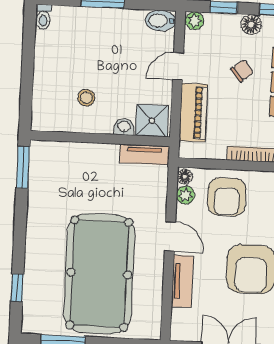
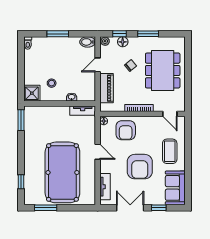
floor lamp: (251, 25) -> (123, 42), moved
shower: (152, 121) -> (32, 93), moved
plant: (185, 195) -> (105, 130), removed
tv unit: (182, 281) -> (105, 187), moved

